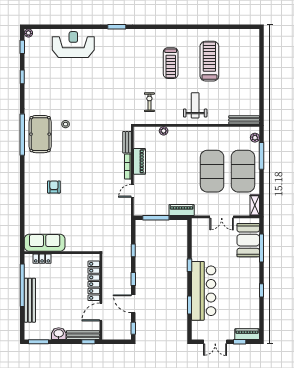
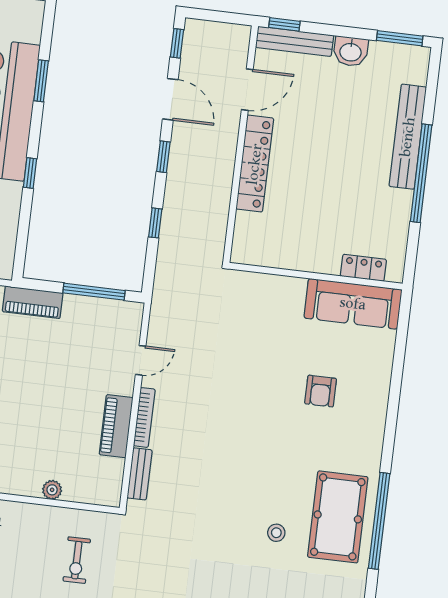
sofa: (45, 243) -> (353, 304), moved
wall: (62, 253) -> (316, 276), moved
locker: (42, 259) -> (363, 268), moved

